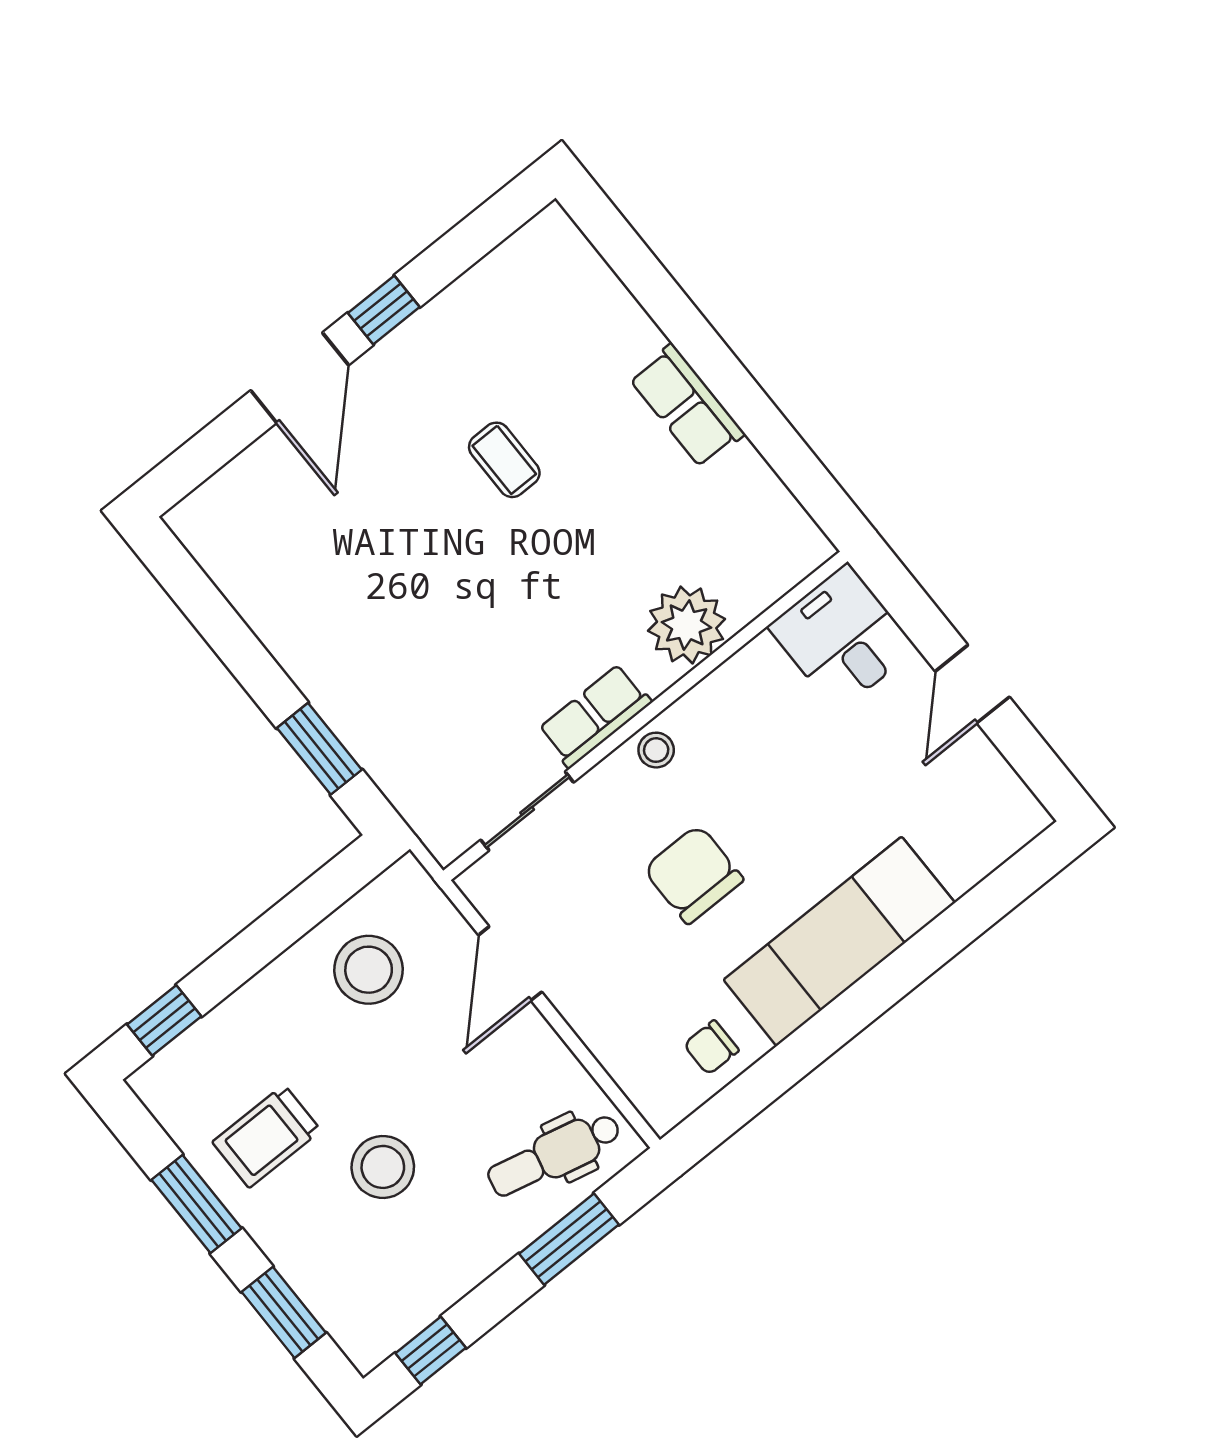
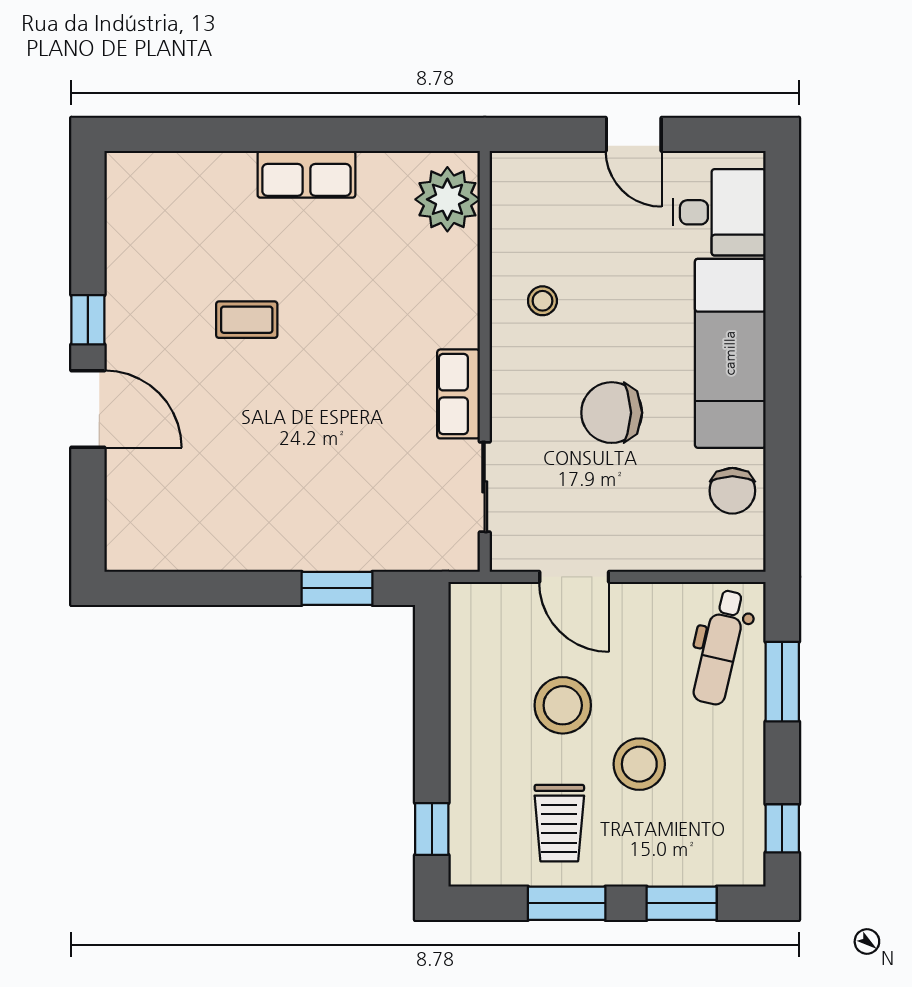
plant: (687, 625) -> (447, 199), moved
desk: (842, 638) -> (719, 212), moved, turned 180
stool: (656, 750) -> (542, 301), moved
stool: (369, 970) -> (563, 705), moved
chair: (711, 1048) -> (732, 491), width x1.37, depth x1.37

